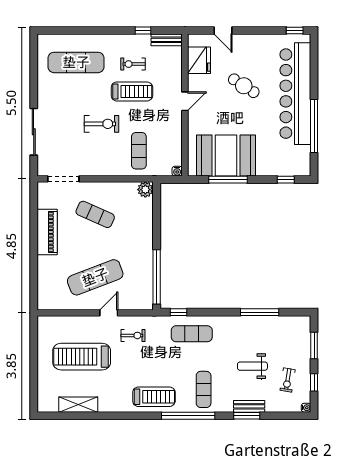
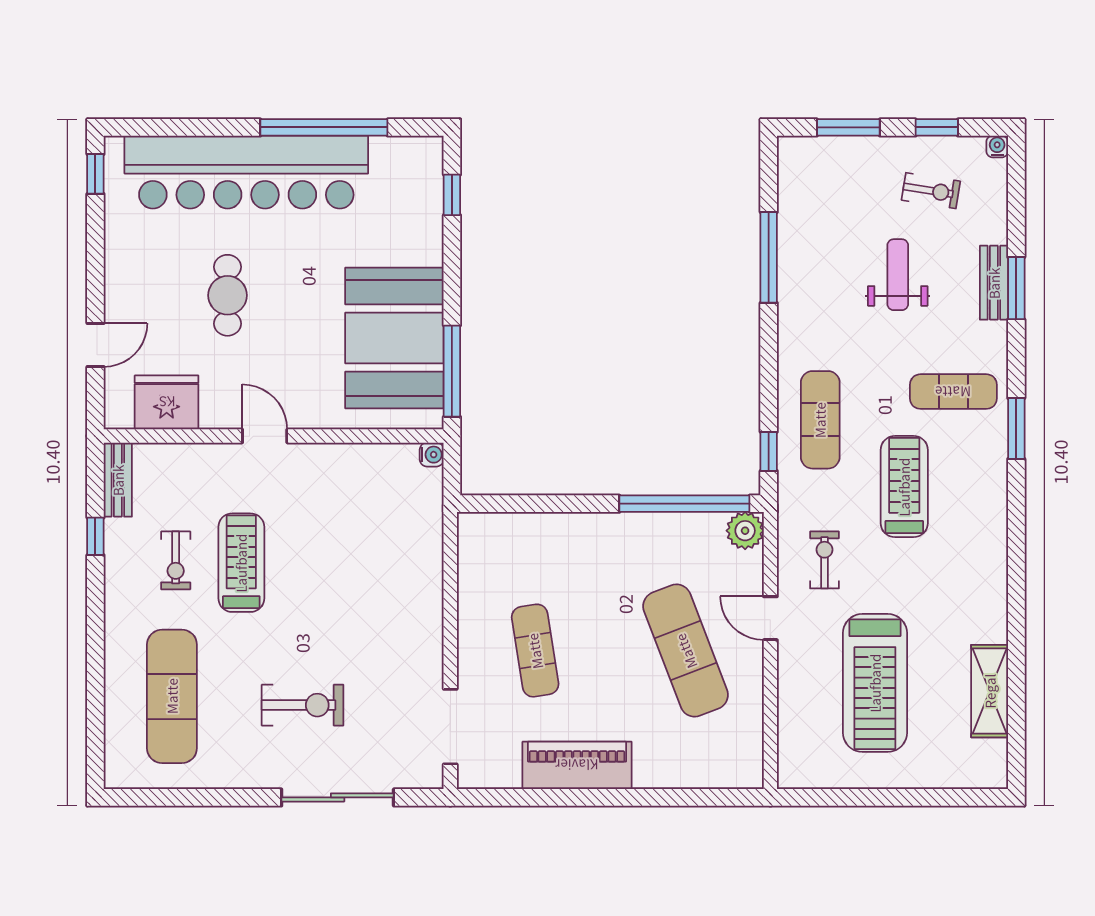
cafe table: (244, 86) -> (228, 295), turned -33
exercise bike: (102, 124) -> (303, 705), moved, turned 90
exercise mat: (139, 151) -> (383, 546), removed
window: (228, 180) -> (452, 371), moved
plant: (145, 190) -> (745, 531), moved
exercise mat: (95, 214) -> (535, 651), turned -33
weight bench: (252, 366) -> (898, 275), turned 180
treadmill: (154, 397) -> (904, 487), moved
window: (188, 416) -> (1016, 429), width x0.47

